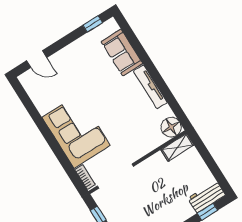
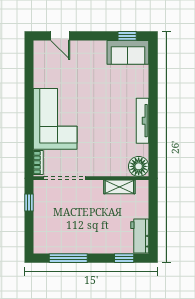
sofa: (122, 53) -> (128, 52), moved, turned -90
shelving: (177, 147) -> (119, 187), moved
workbench: (207, 197) -> (140, 236), moved, turned -90

